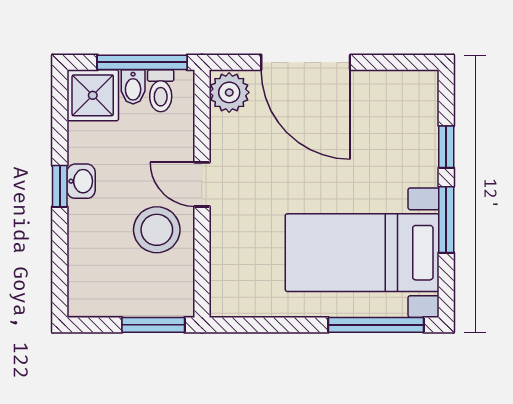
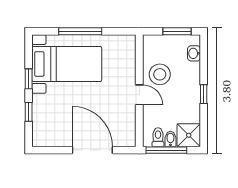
plant: (229, 92) -> (127, 137), removed
washbasin: (81, 181) -> (194, 53), moved
window: (446, 220) -> (29, 79), width x0.67
window: (153, 325) -> (177, 31), moved
window: (376, 325) -> (80, 31), moved

